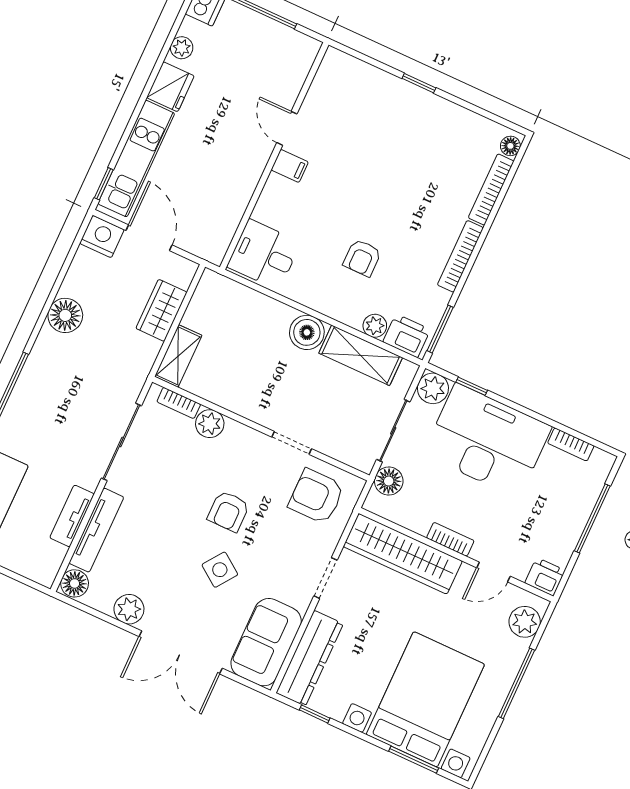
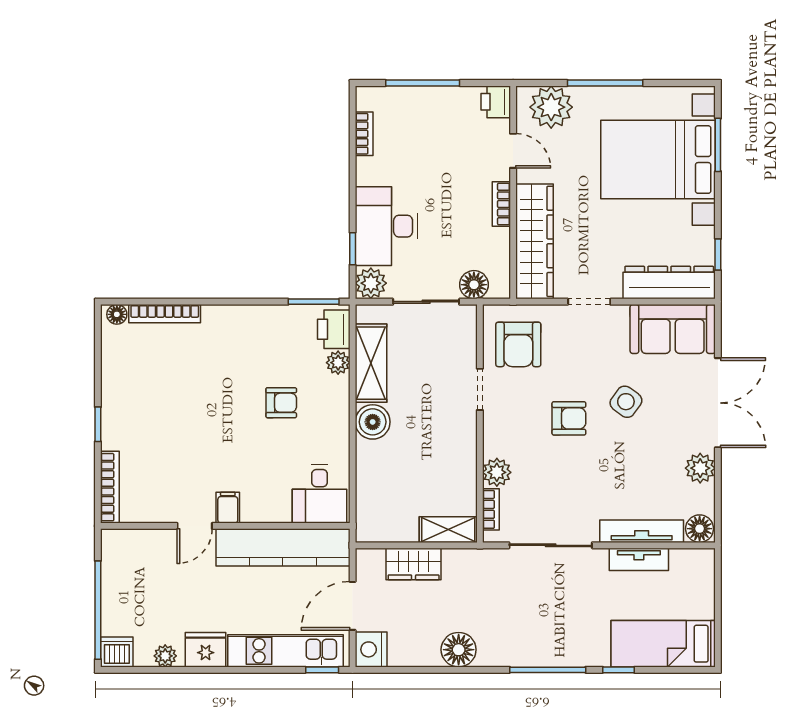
kitchen counter: (231, 199) -> (283, 547), added
bookcase: (460, 256) -> (110, 487), moved, turned -90
desk: (487, 441) -> (386, 226), width x0.73, depth x0.77
plant: (525, 622) -> (551, 107), width x1.36, depth x1.36

